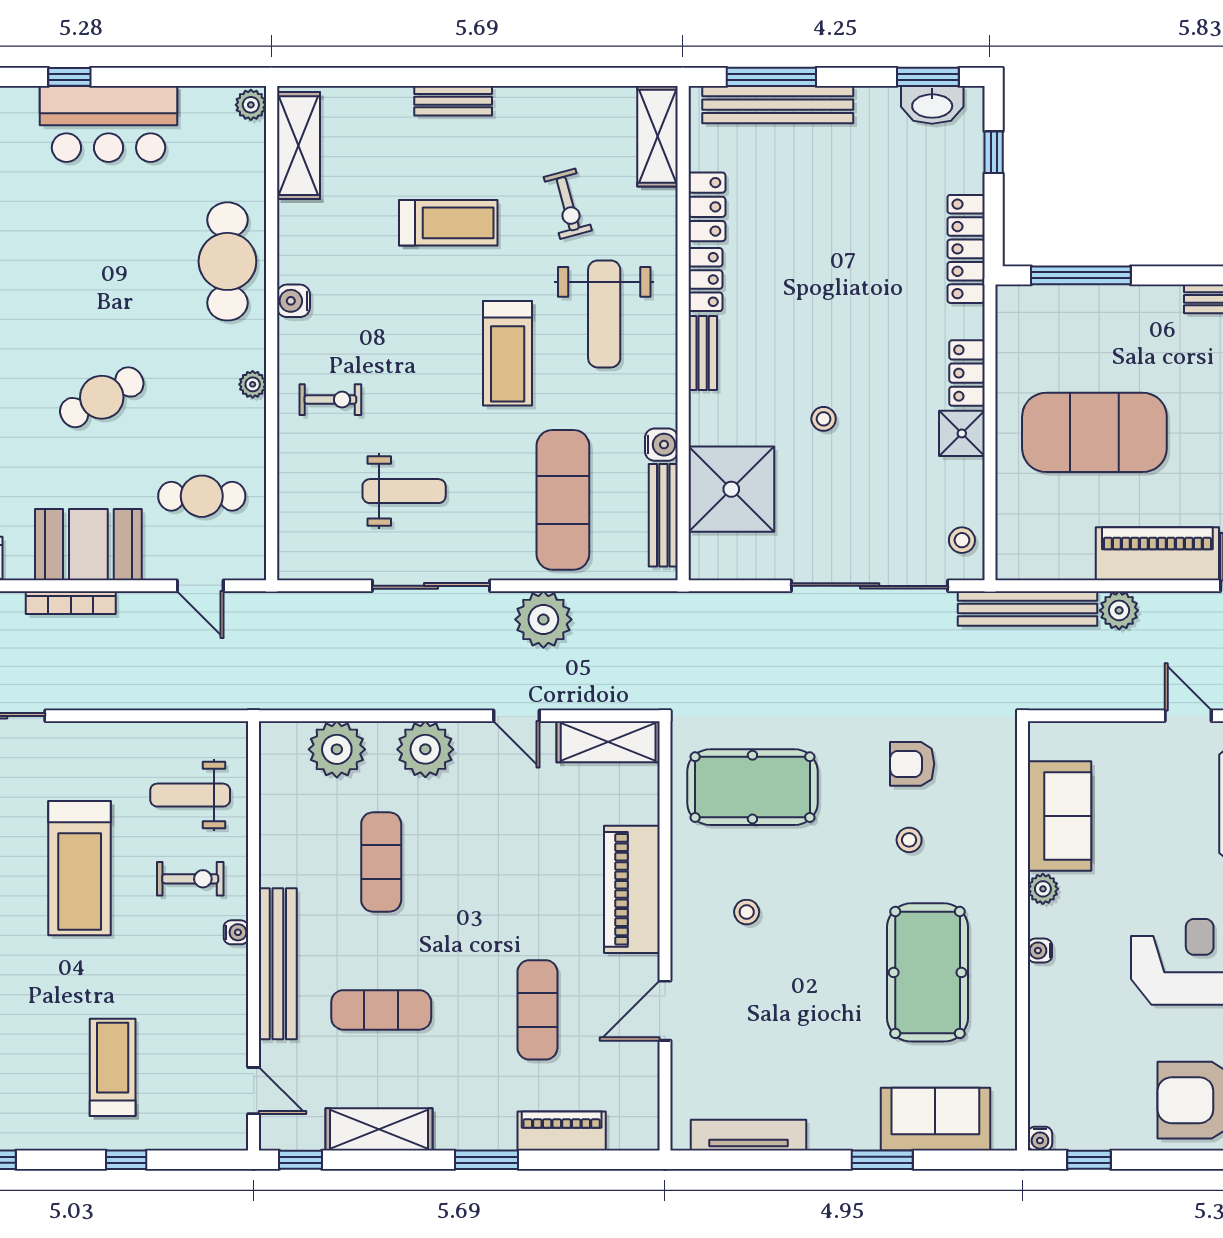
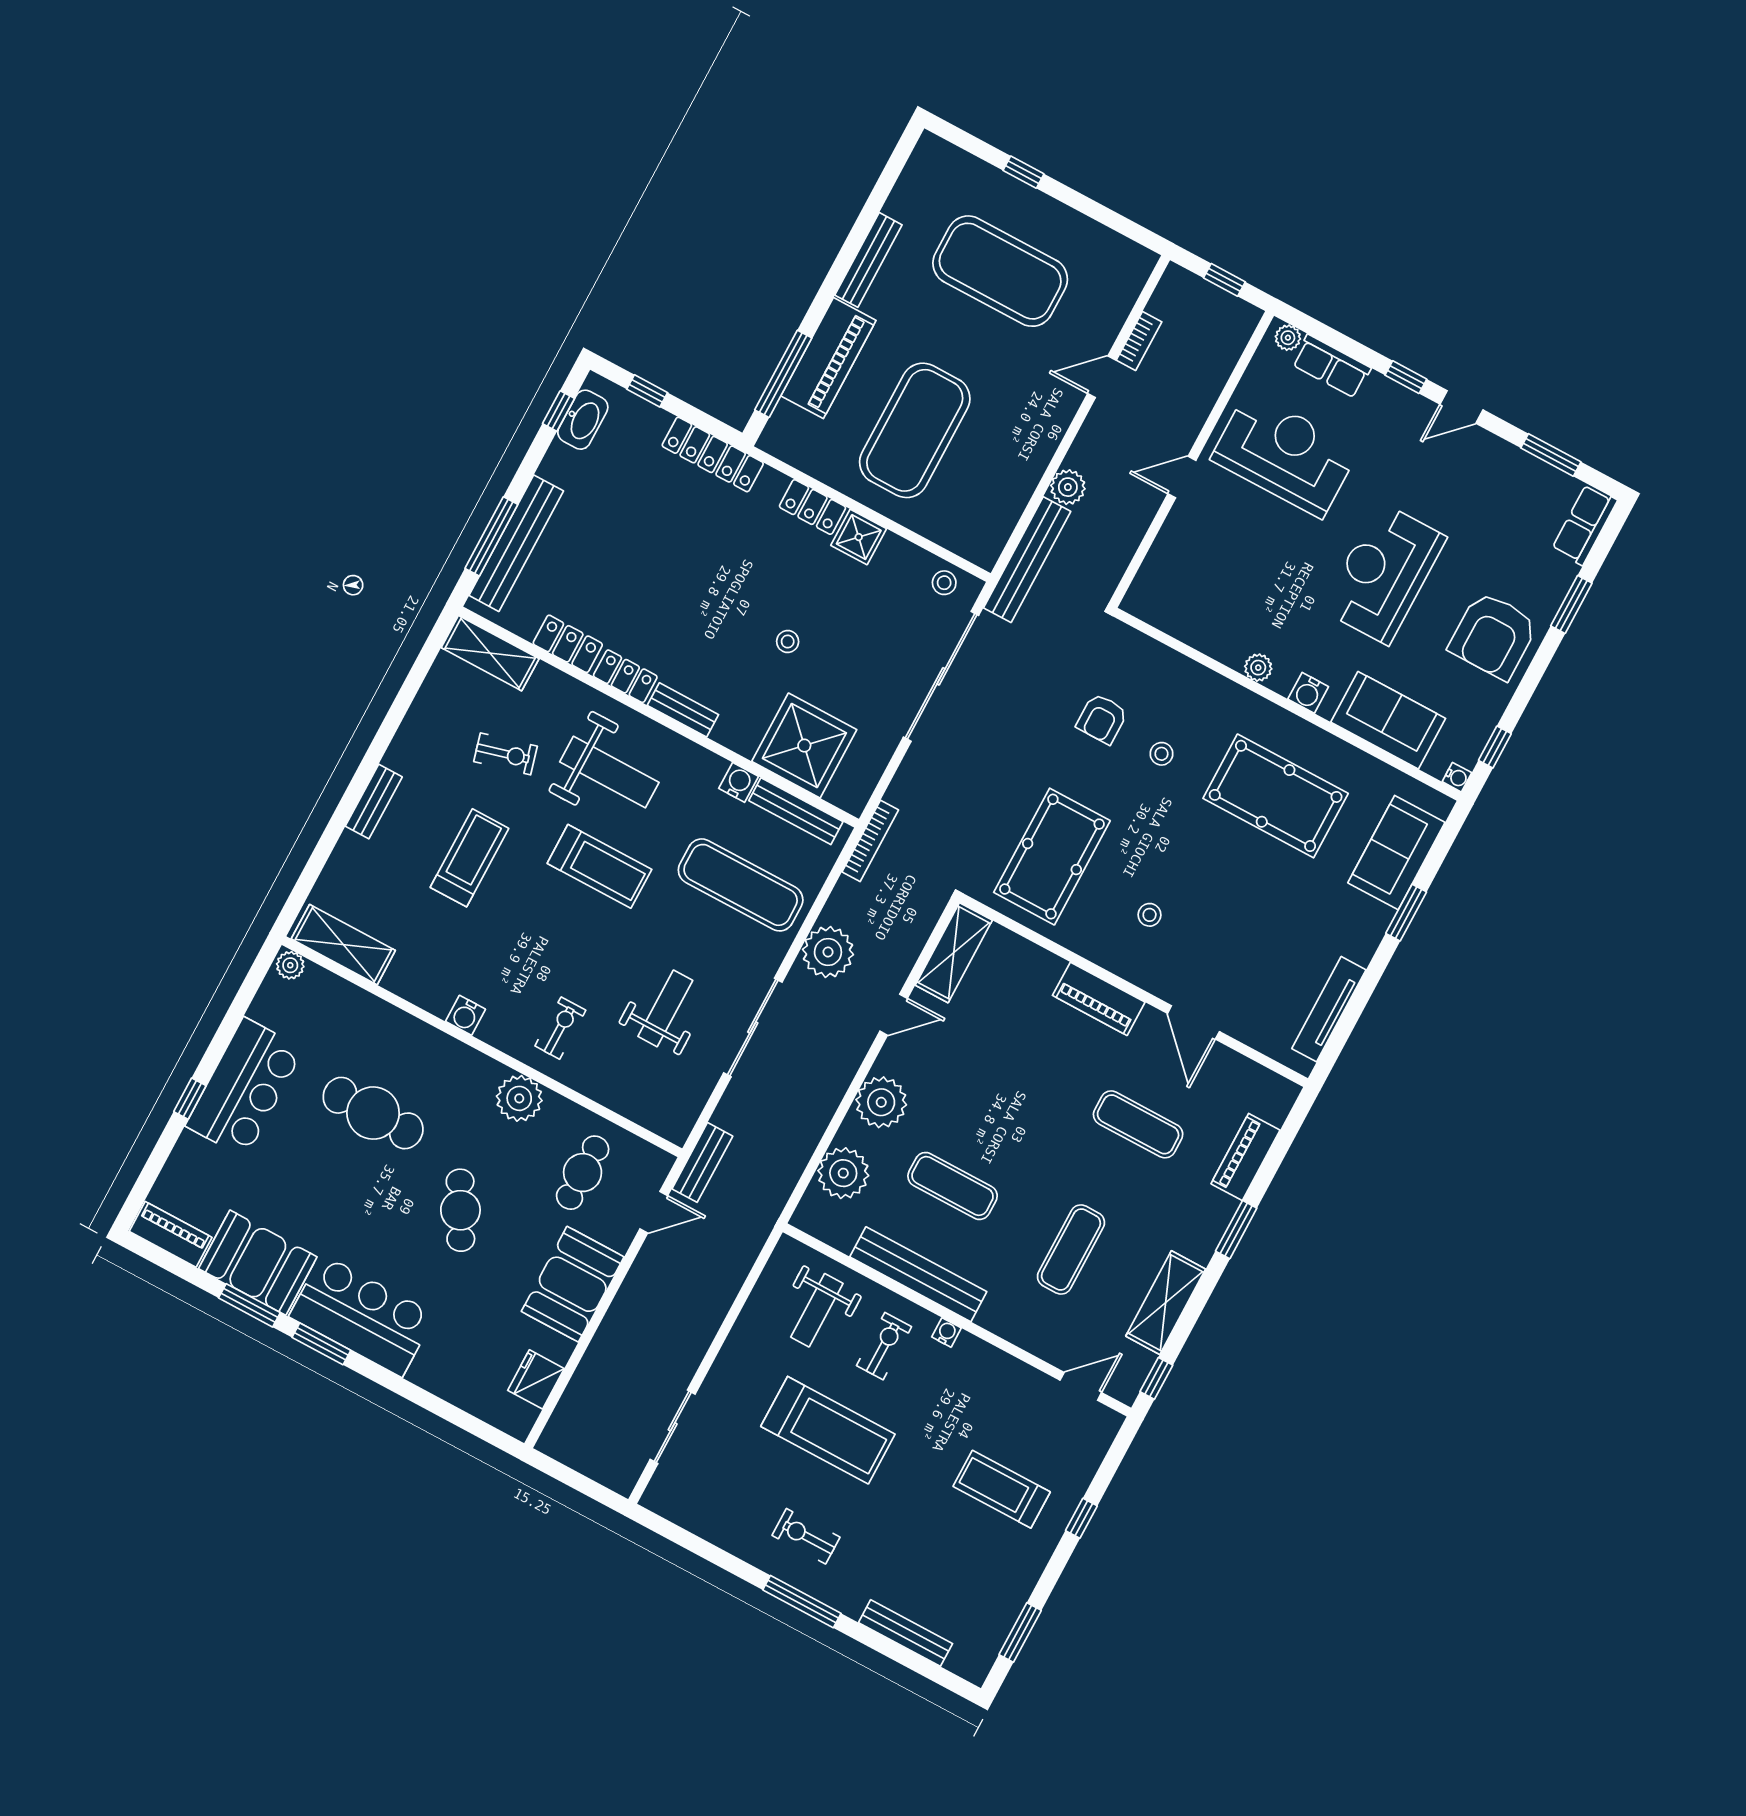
window: (928, 77) -> (559, 411), width x0.67
cafe table: (227, 261) -> (373, 1113), moved
plant: (253, 384) -> (519, 1098), width x1.87, depth x1.87
piano: (1157, 554) -> (828, 358), moved, turned 180
bookcase: (71, 603) -> (870, 841), moved
bench: (274, 607) -> (702, 1162), added
sofa: (1060, 816) -> (1388, 720), moved
piano: (632, 889) -> (1099, 999), width x0.73, depth x0.75
water cooler: (1040, 951) -> (1308, 693), width x1.38, depth x1.38
bench: (278, 964) -> (918, 1274), moved

